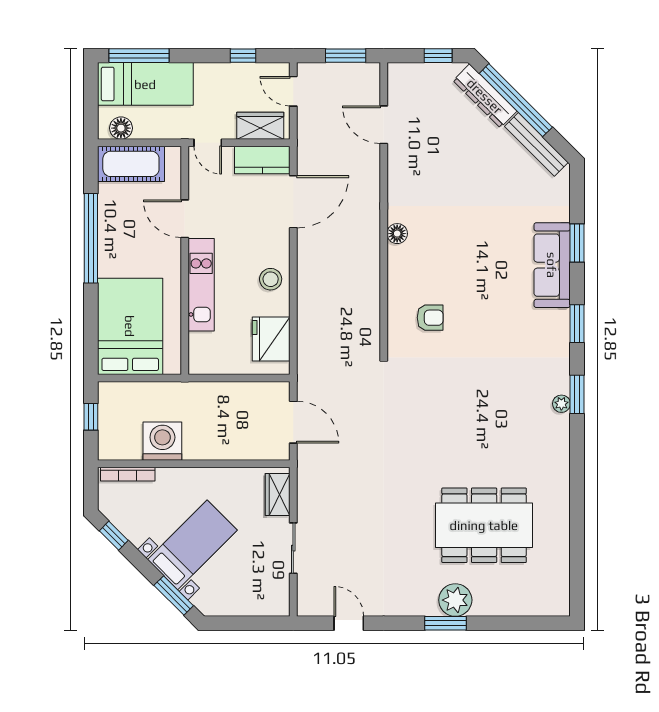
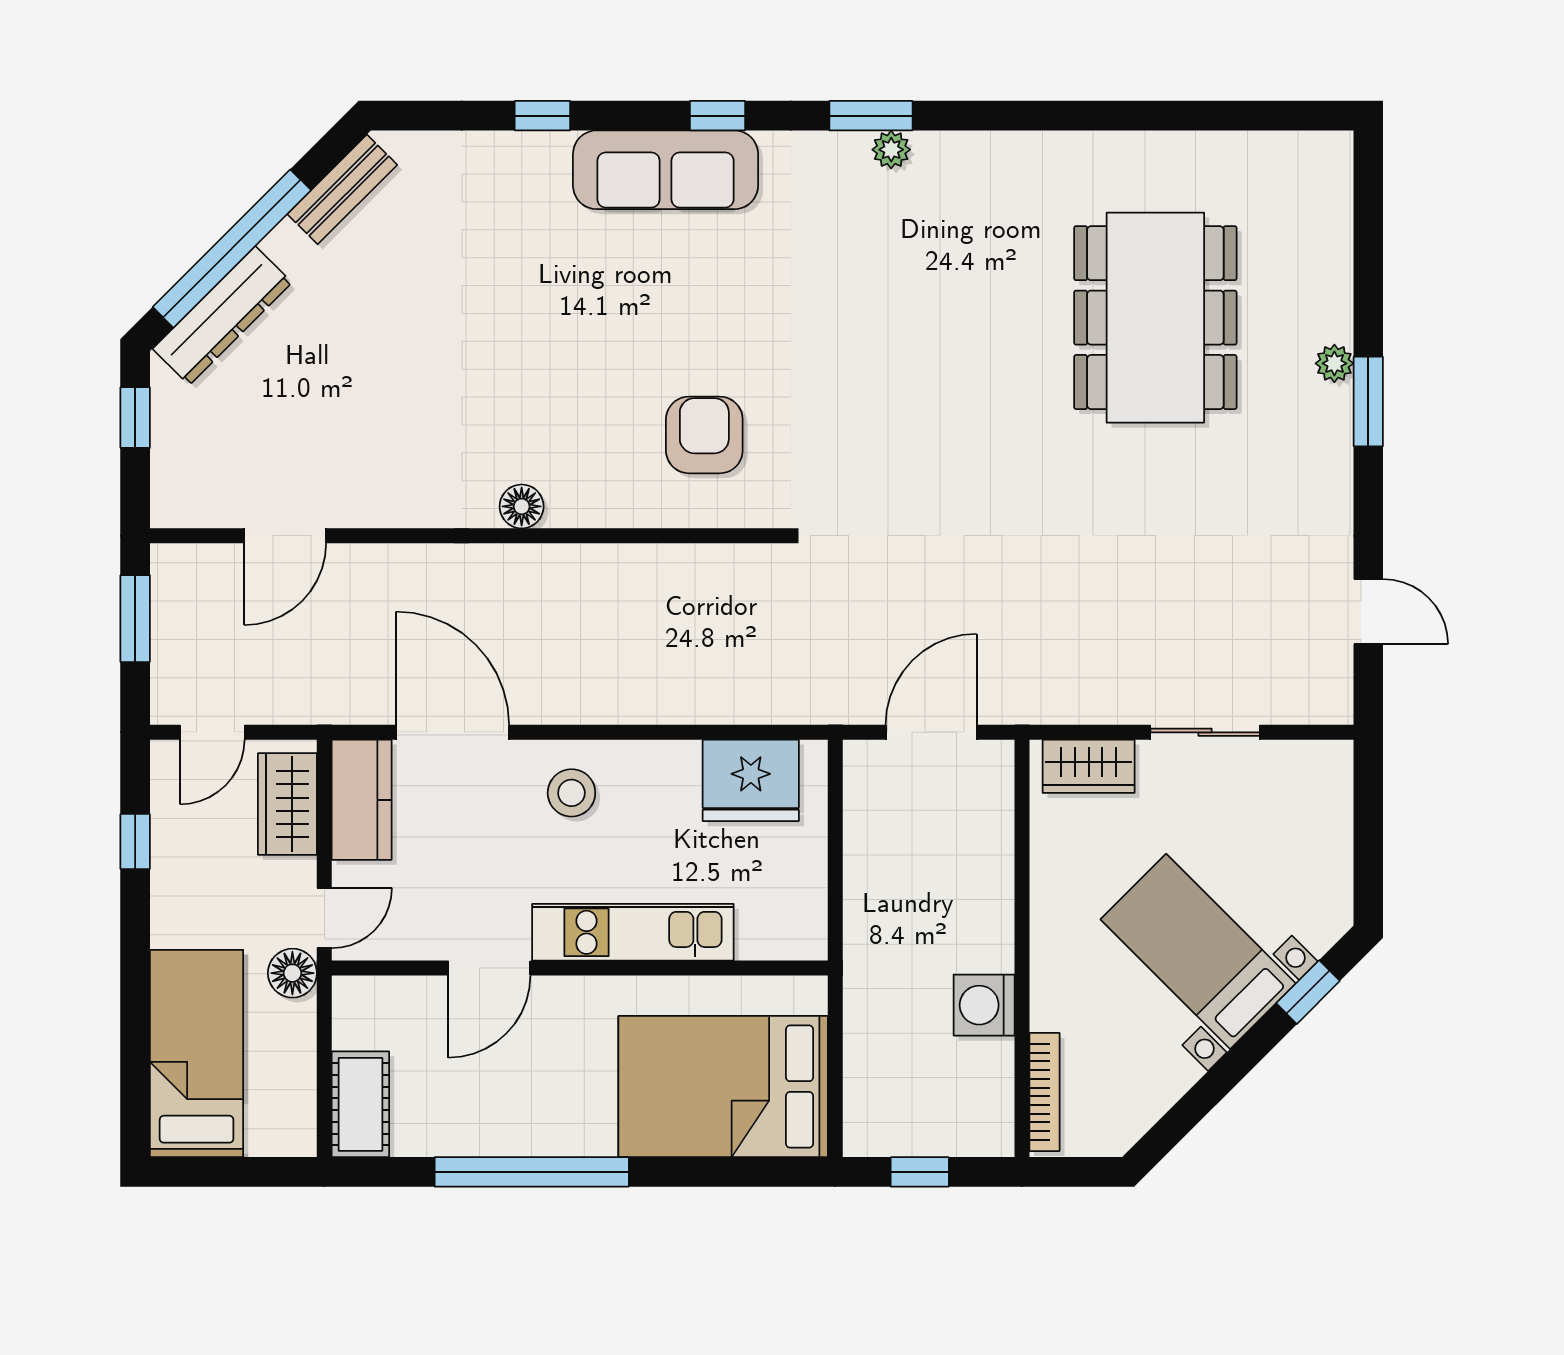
window: (139, 56) -> (135, 1067), removed
floor lamp: (121, 128) -> (292, 973), moved
bench: (536, 144) -> (342, 189), width x0.73
cot: (131, 164) -> (360, 1104), width x0.73, depth x0.75
window: (577, 243) -> (542, 116), width x0.67
sofa: (552, 265) -> (666, 170), moved
stool: (271, 279) -> (571, 793), moved
armchair: (430, 318) -> (704, 435), width x1.38, depth x1.38
window: (577, 324) -> (717, 116), width x0.67
washing machine: (162, 441) -> (984, 1005), width x0.73, depth x0.73
window: (114, 536) -> (1178, 1122), removed
window: (174, 596) -> (1308, 992), width x0.67
plant: (455, 600) -> (1334, 363), width x0.53, depth x0.53
door: (349, 623) -> (1368, 612), swing flipped

